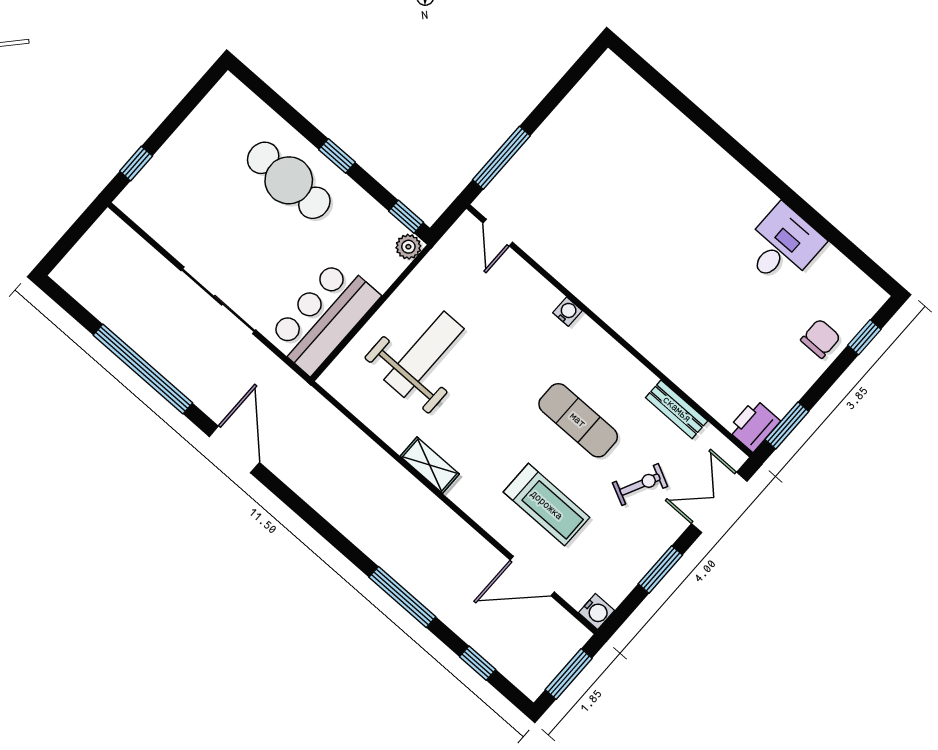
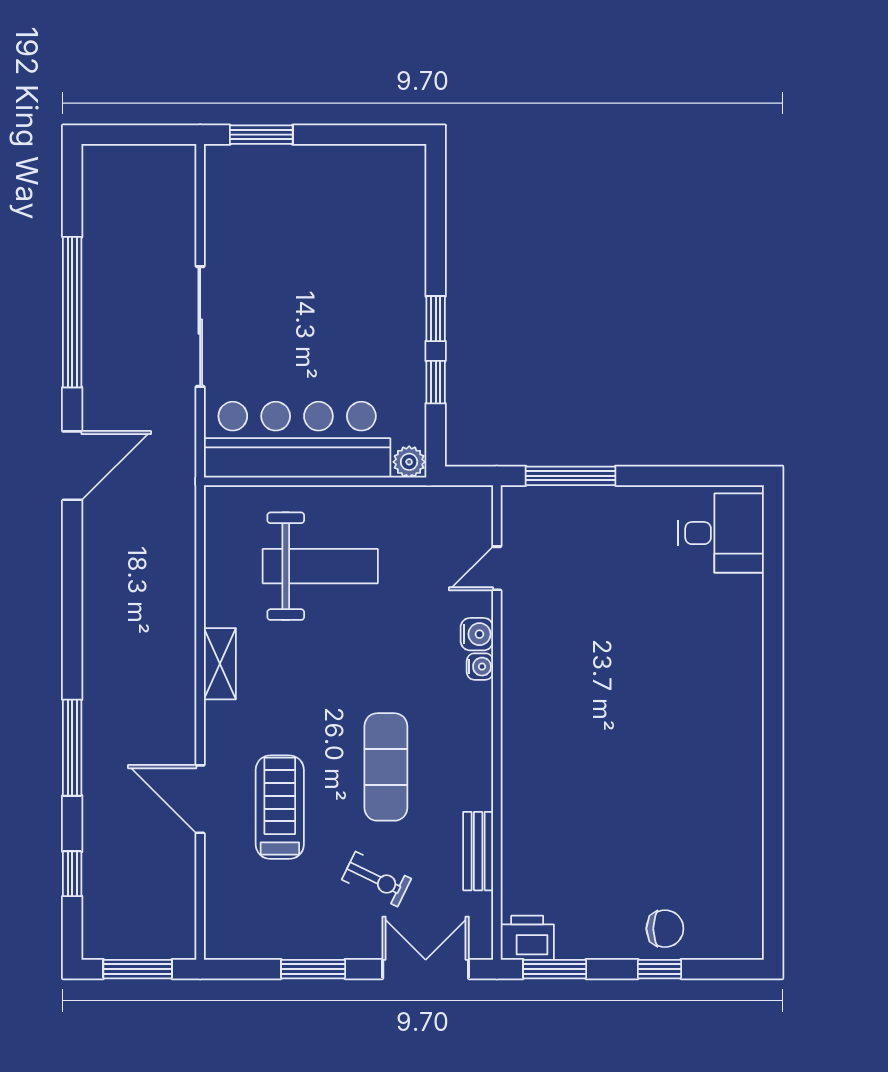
window: (136, 163) -> (261, 135), width x1.50
cafe table: (289, 180) -> (372, 293), removed
window: (406, 217) -> (436, 382), moved
door: (498, 233) -> (497, 568), moved
desk: (782, 246) -> (721, 533), moved
bar counter: (324, 317) -> (297, 440), width x1.36
window: (864, 337) -> (660, 969), moved
treadmill: (547, 505) -> (280, 807), turned 180
door: (532, 576) -> (200, 799), moved
water cooler: (597, 611) -> (477, 634), moved, turned -90

